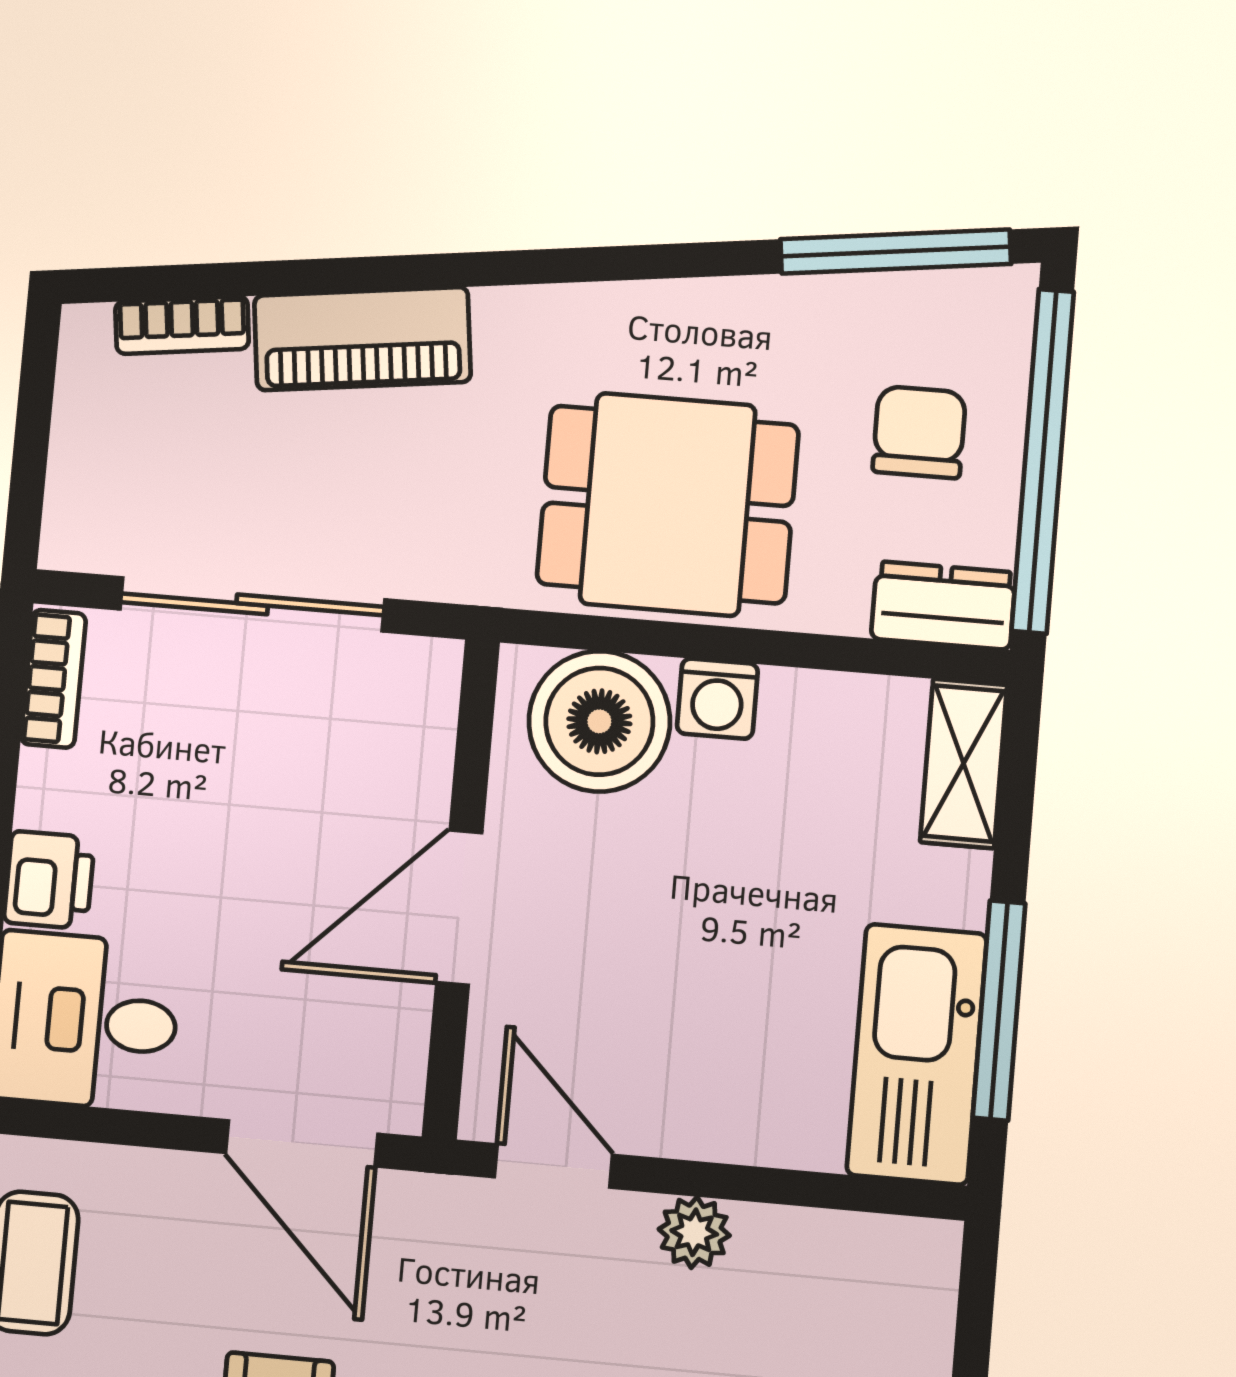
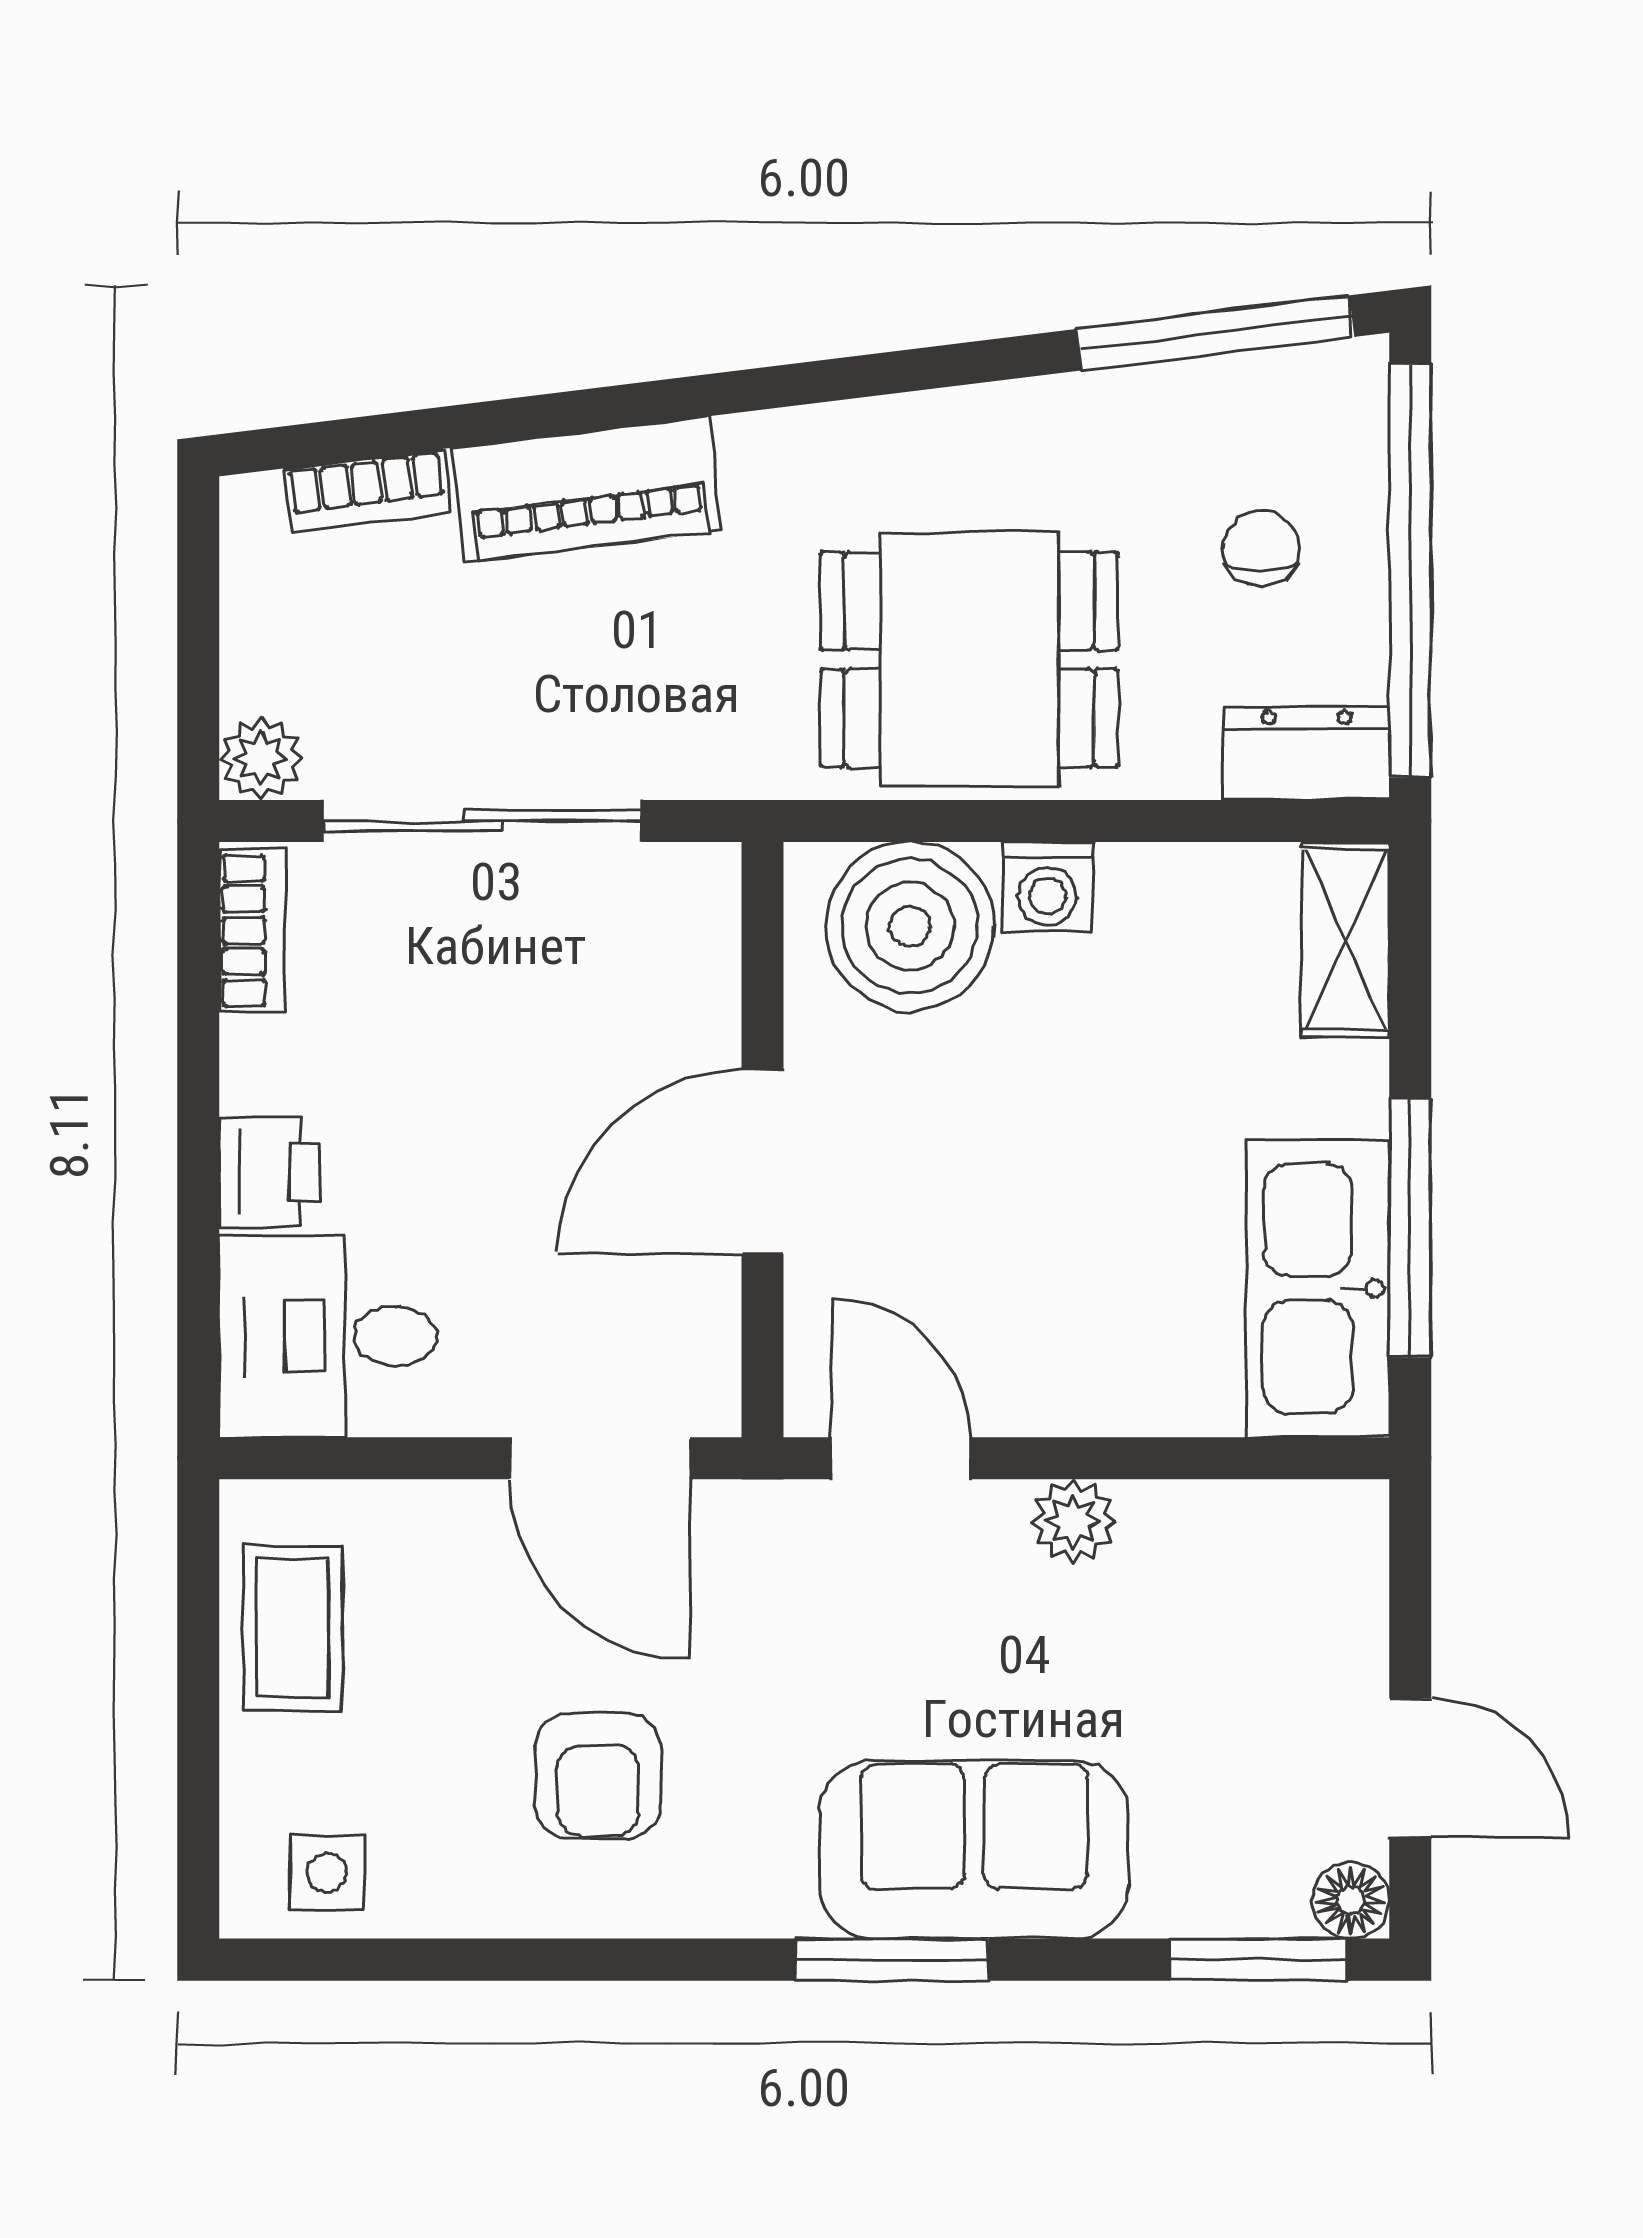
chair: (919, 432) -> (1261, 548), width x0.73, depth x0.73
plant: (74, 538) -> (261, 758), added

